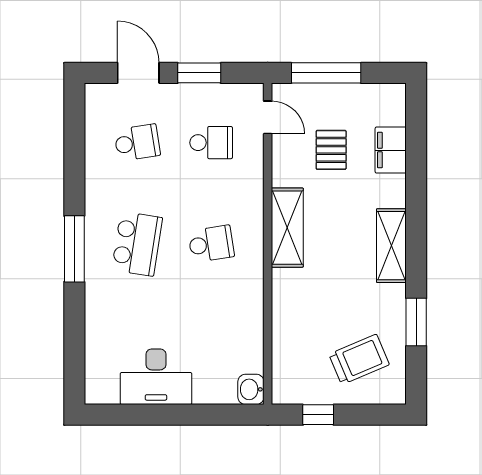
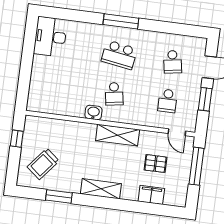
door: (268, 117) -> (177, 132), hinge flipped
trolley: (359, 359) -> (43, 164), turned 62
desk: (156, 377) -> (50, 37), moved
washbasin: (251, 389) -> (93, 113), moved

